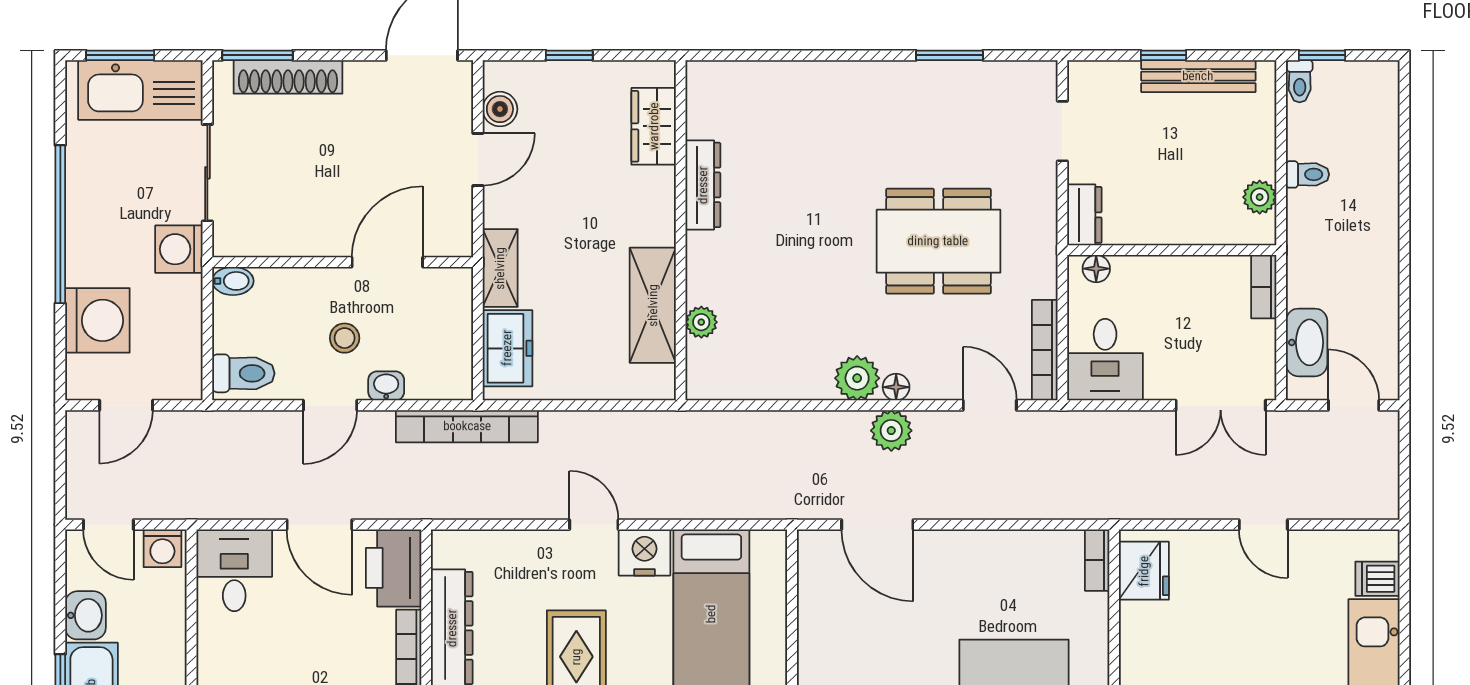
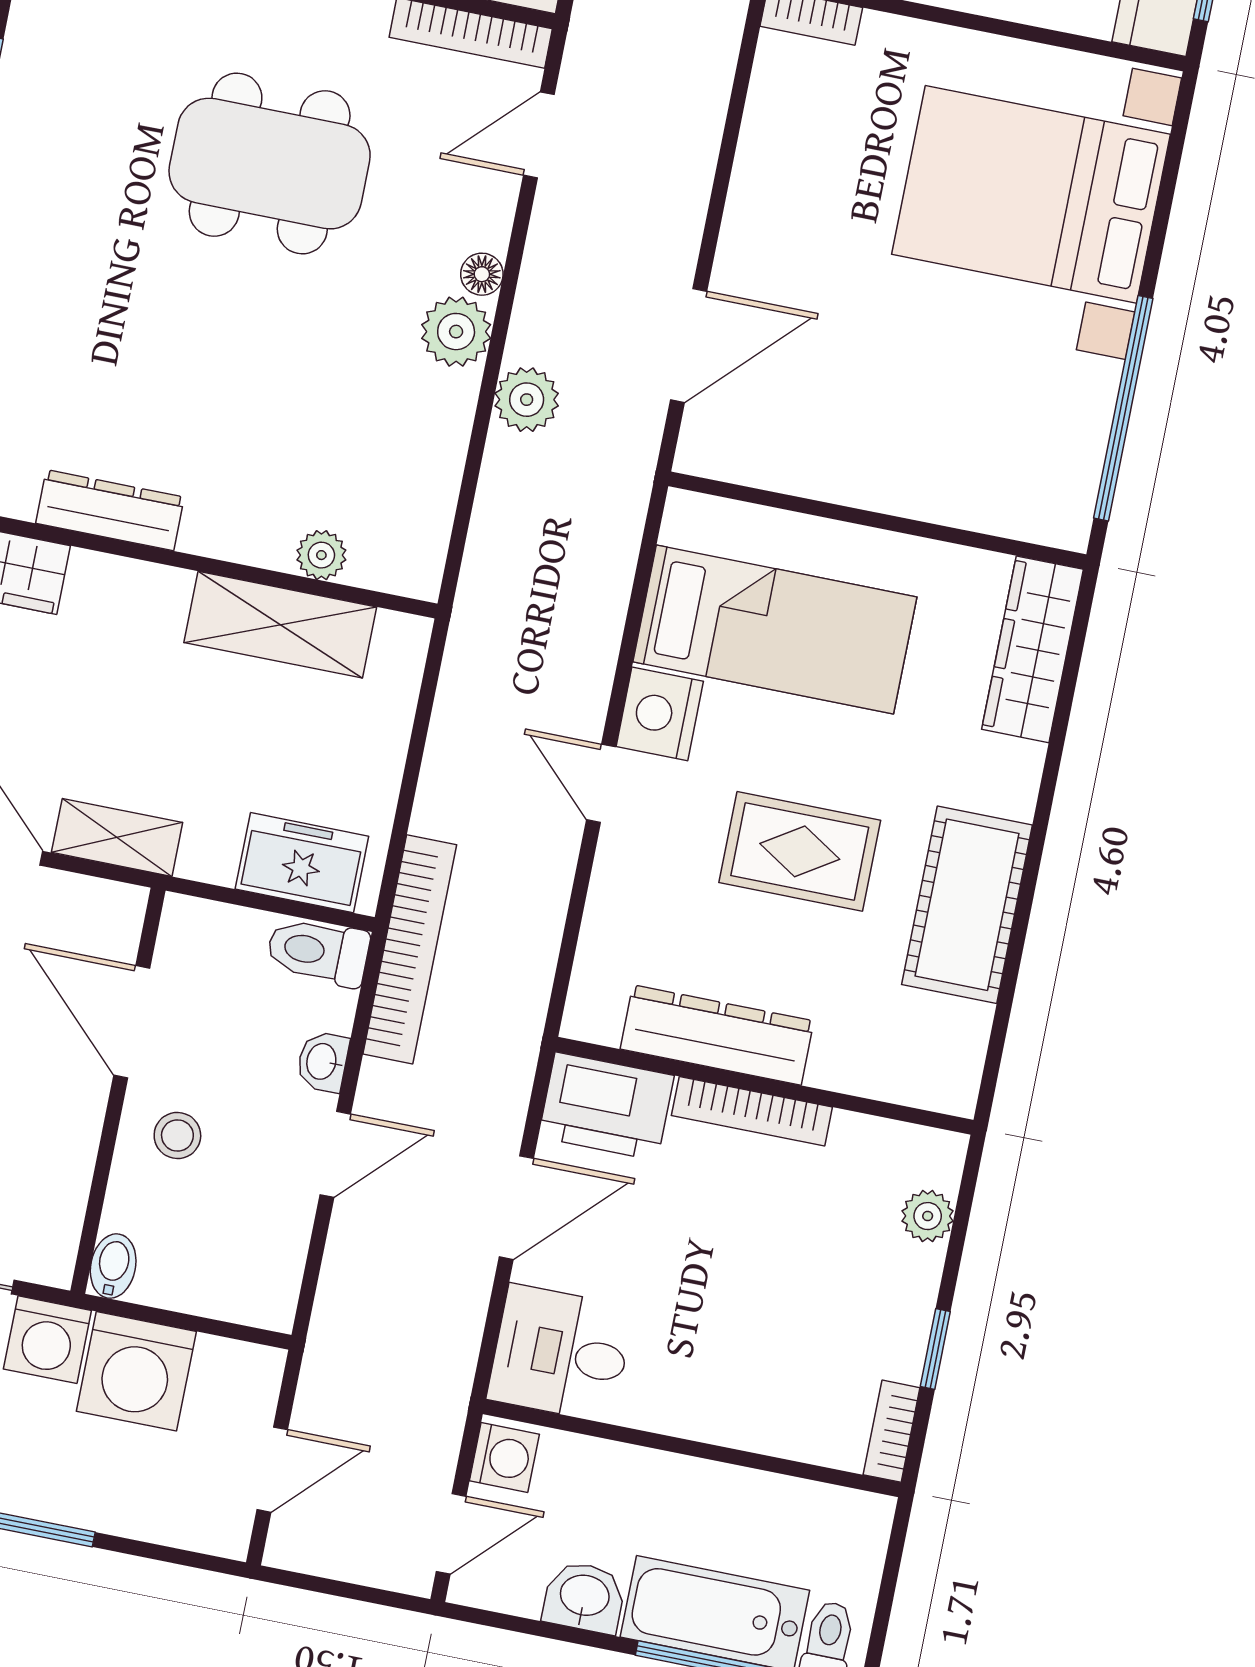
dining table: (938, 241) -> (270, 164), turned 90
shelving: (500, 268) -> (117, 837), moved
washing machine: (97, 320) -> (136, 1371), moved, turned 180
stool: (345, 338) -> (177, 1136), moved
toilet: (243, 373) -> (318, 952), moved, turned -90
door: (126, 405) -> (272, 1470), hinge flipped
door: (330, 405) -> (335, 1154), hinge flipped
plant: (891, 431) -> (527, 400), moved
door: (594, 525) -> (601, 783), hinge flipped

